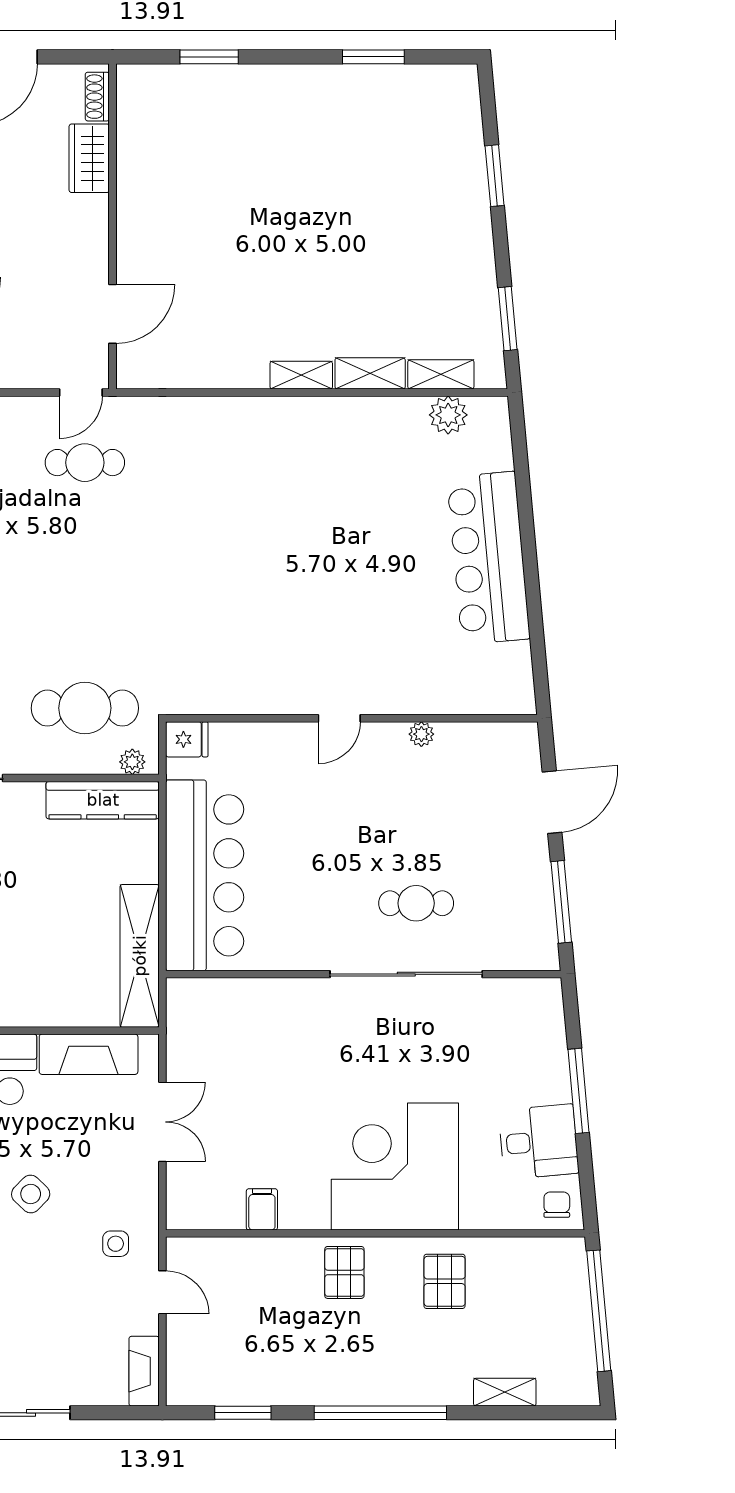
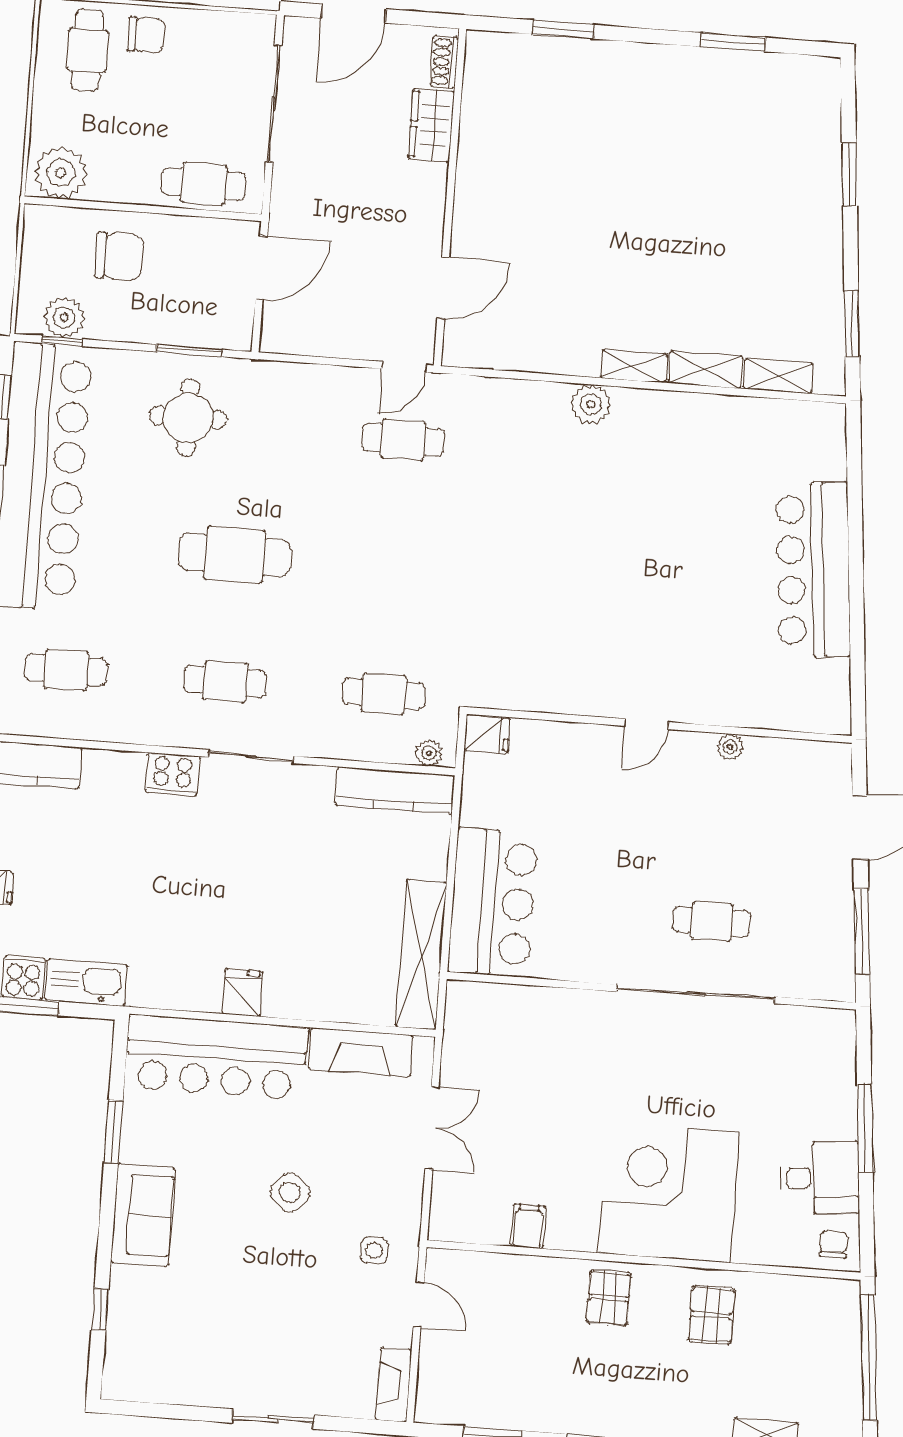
plant: (448, 415) -> (591, 404), moved
cafe table: (85, 708) -> (384, 694), width x0.73, depth x0.74
bar counter: (205, 875) -> (493, 902), width x0.73

